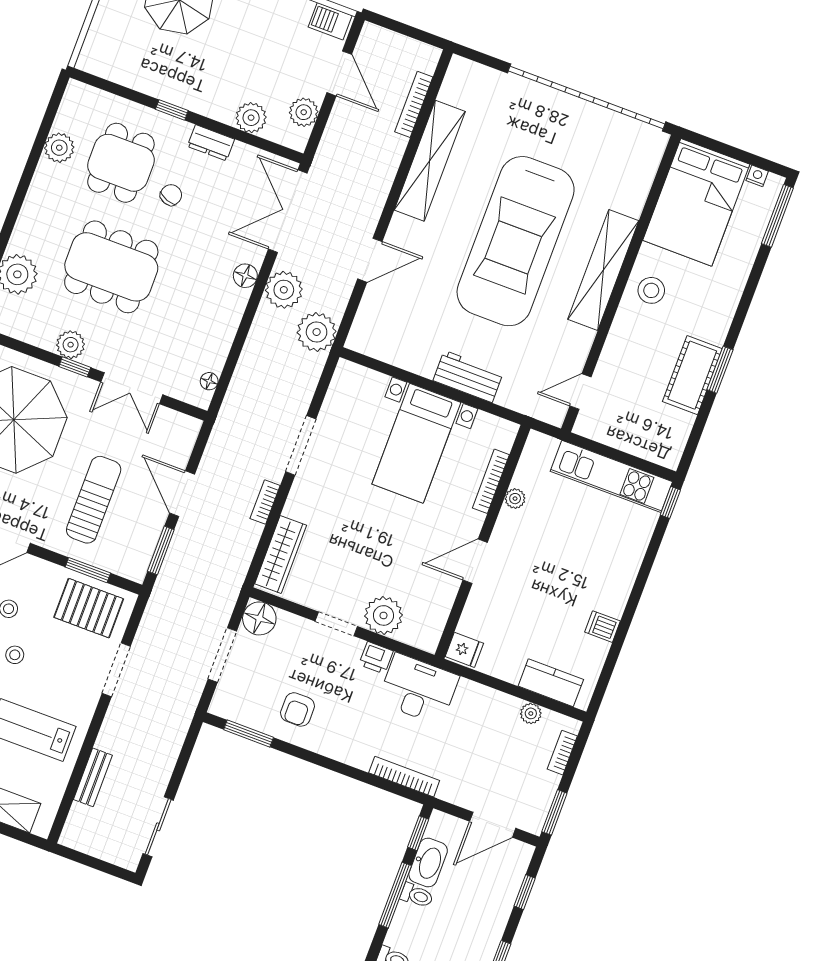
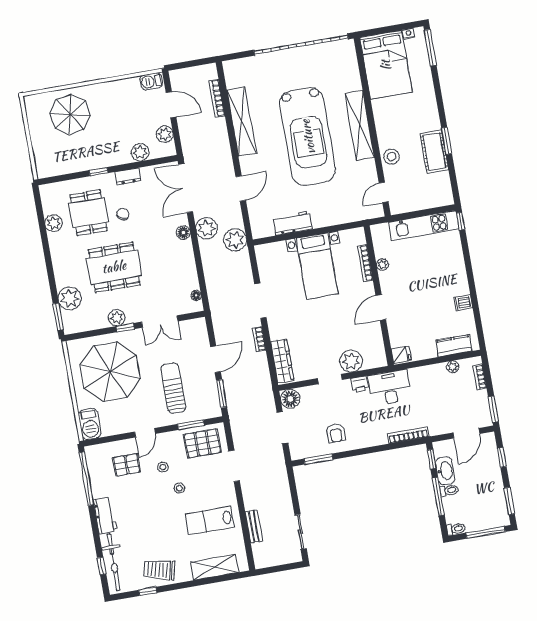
stool: (651, 290) -> (392, 157), moved
workbench: (468, 376) -> (292, 223), moved
door: (182, 494) -> (215, 359), swing flipped

